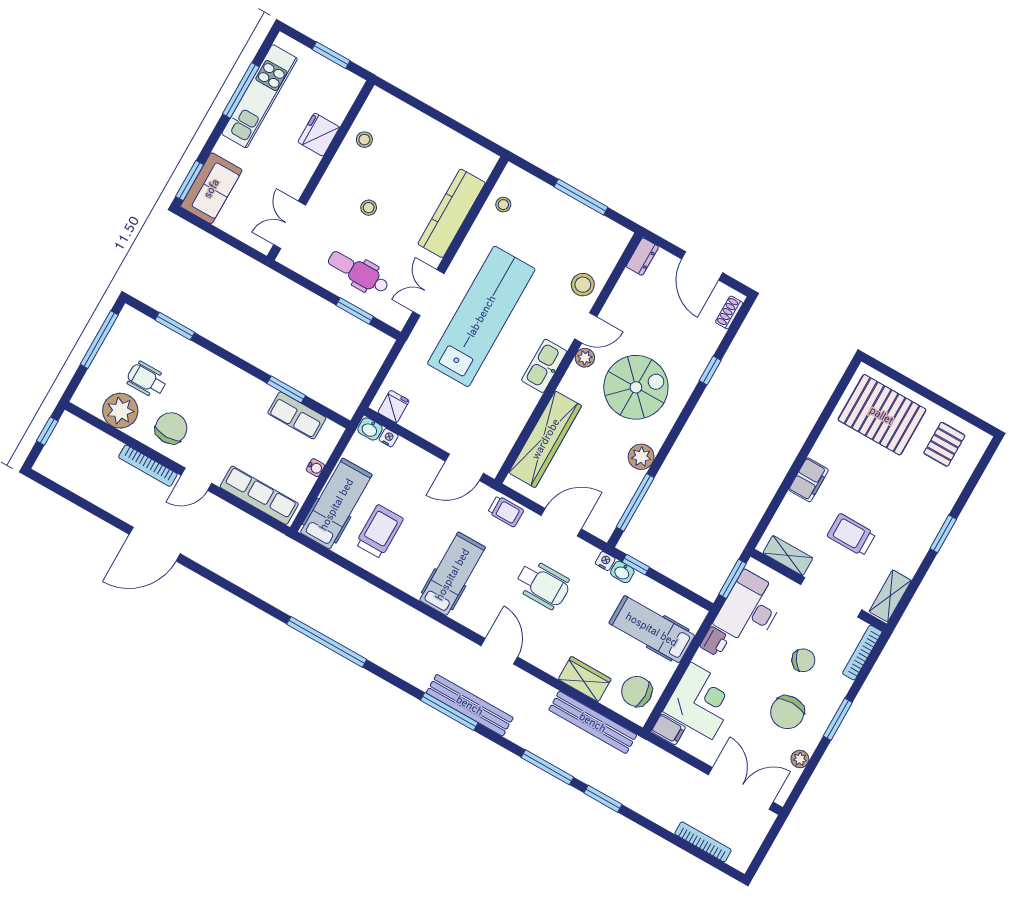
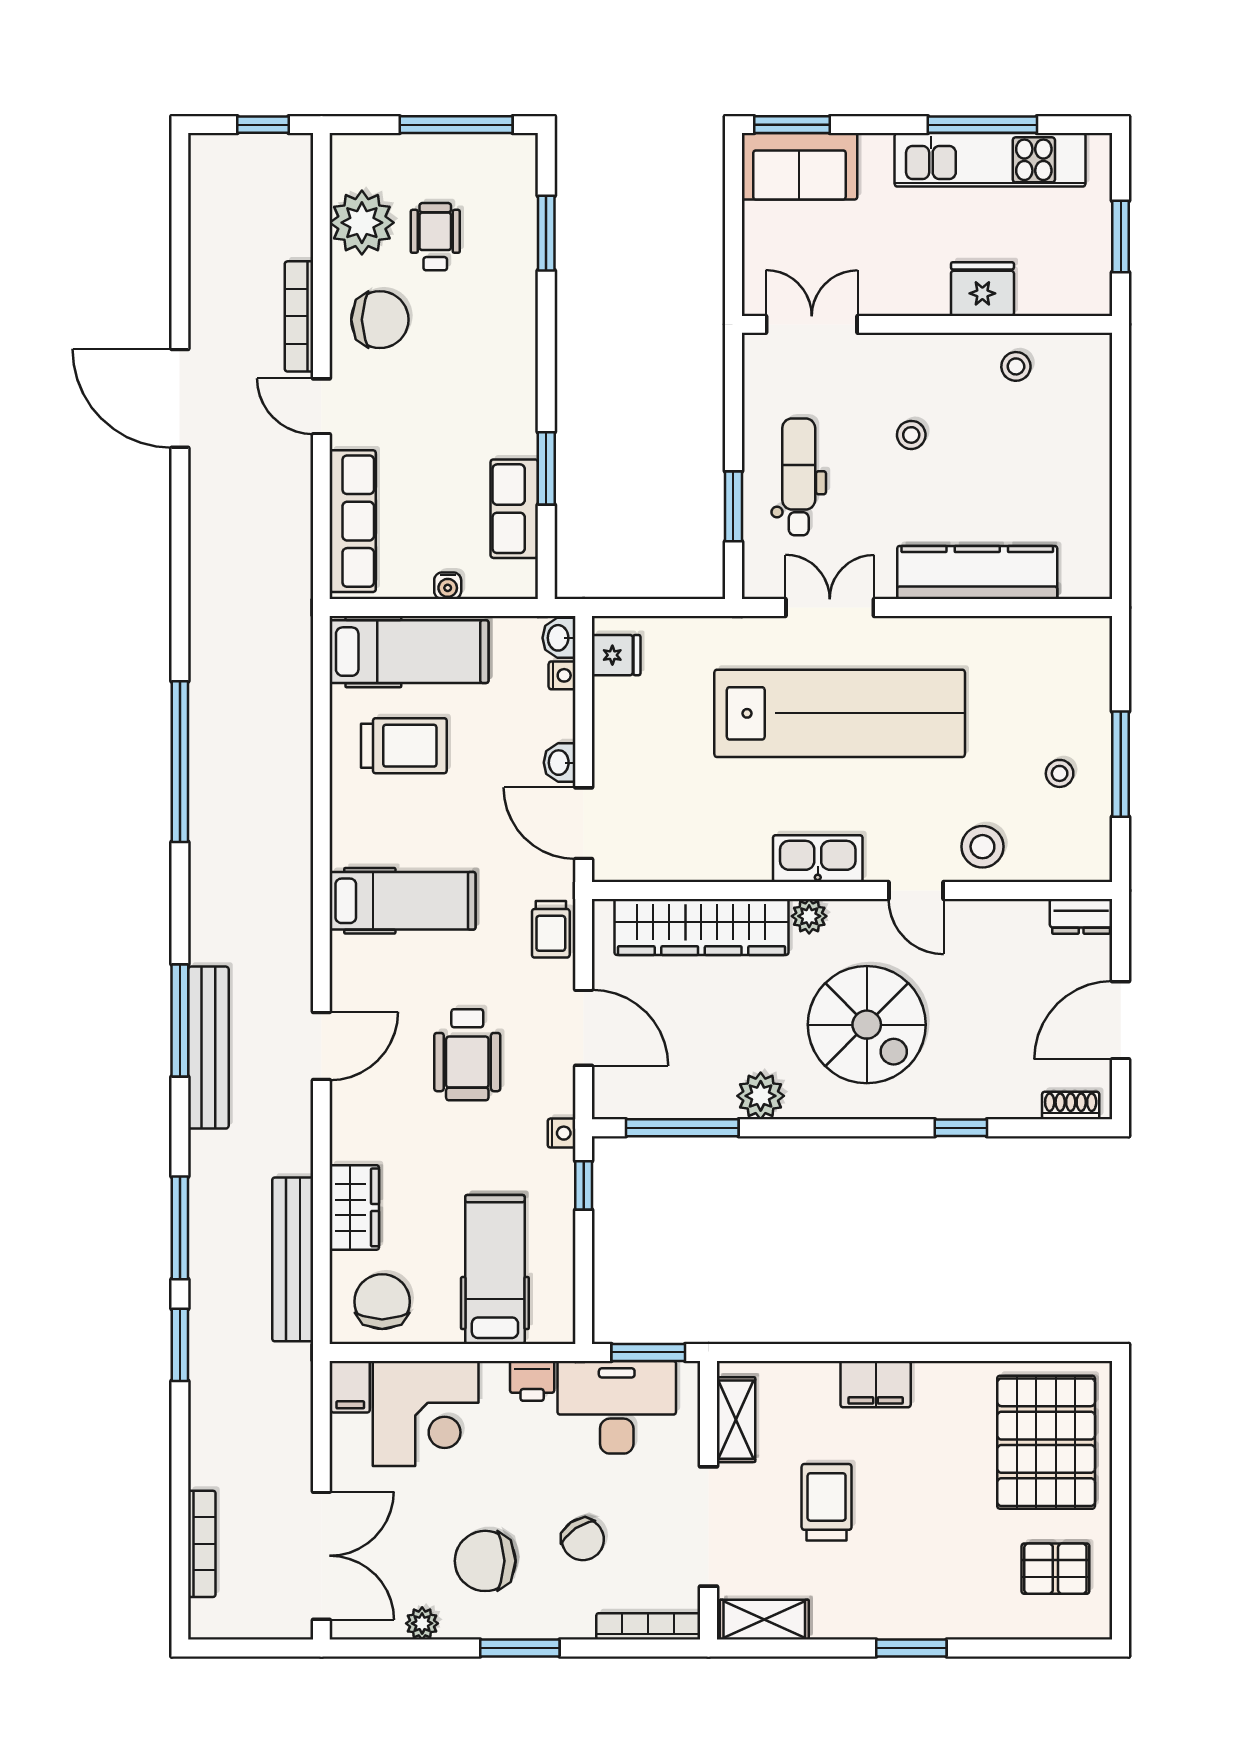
stool: (503, 205) -> (1060, 773), moved
plant: (585, 358) -> (809, 916), moved
washbasin: (622, 572) -> (560, 763), moved

